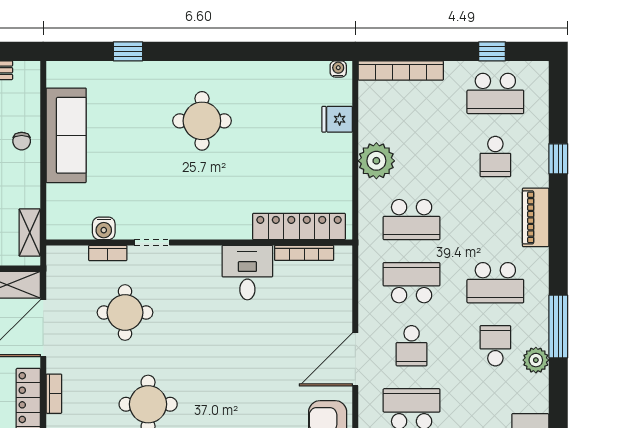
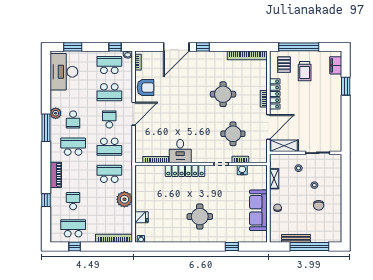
locker: (299, 226) -> (185, 171), moved
shelving: (30, 233) -> (274, 179), moved

